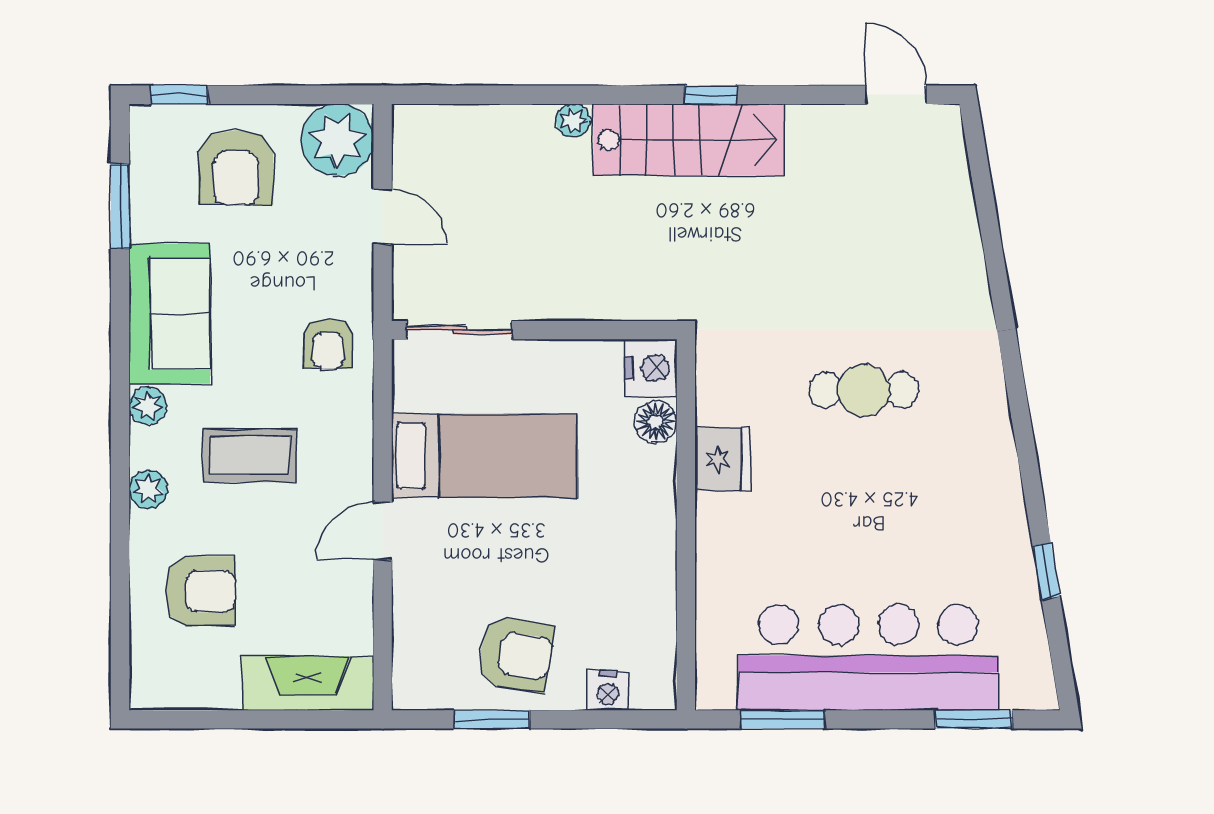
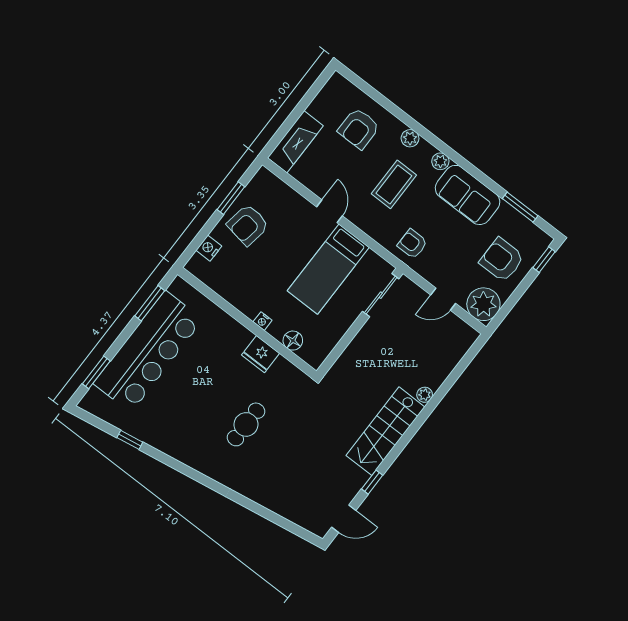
window: (711, 95) -> (372, 482), moved
nightstand: (651, 368) -> (263, 321), moved, width x0.53, depth x0.56

